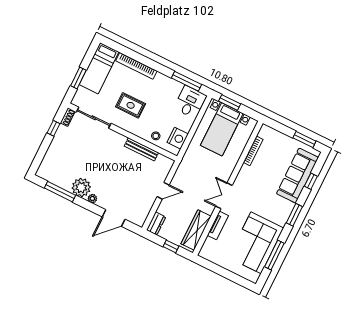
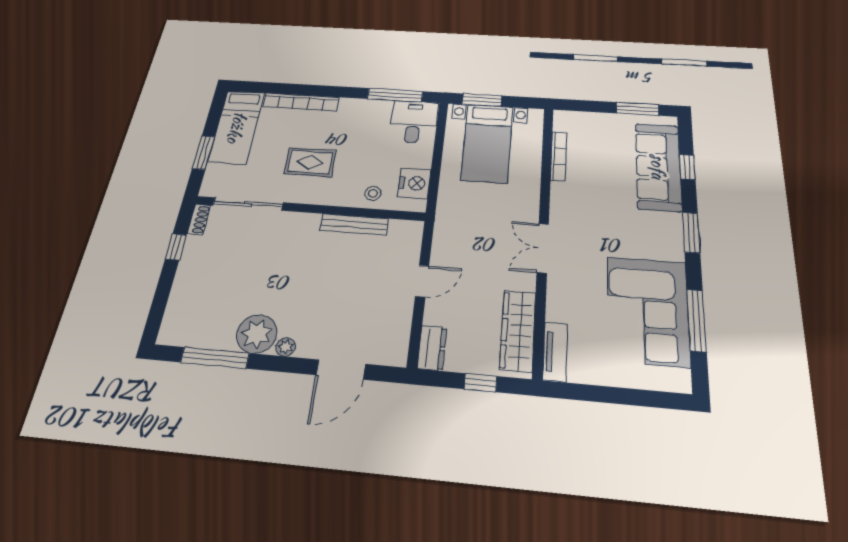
tv unit: (218, 225) -> (555, 352), moved

